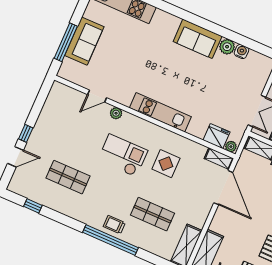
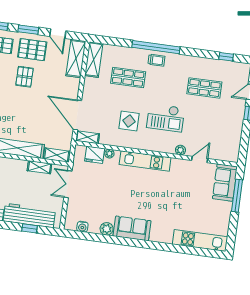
sofa: (84, 41) -> (225, 183), moved
water cooler: (241, 52) -> (82, 227), moved
plant: (231, 147) -> (109, 154), moved

